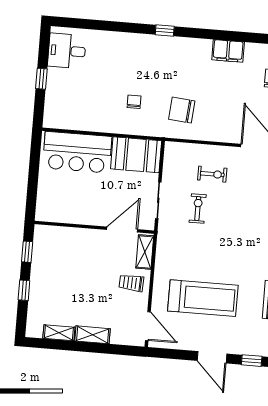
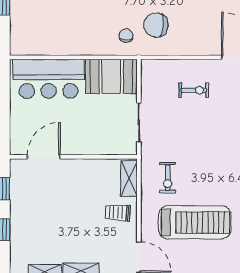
chair: (134, 102) -> (126, 35), moved
exercise bike: (198, 209) -> (168, 178), moved, turned 180
door: (122, 230) -> (44, 157), moved

